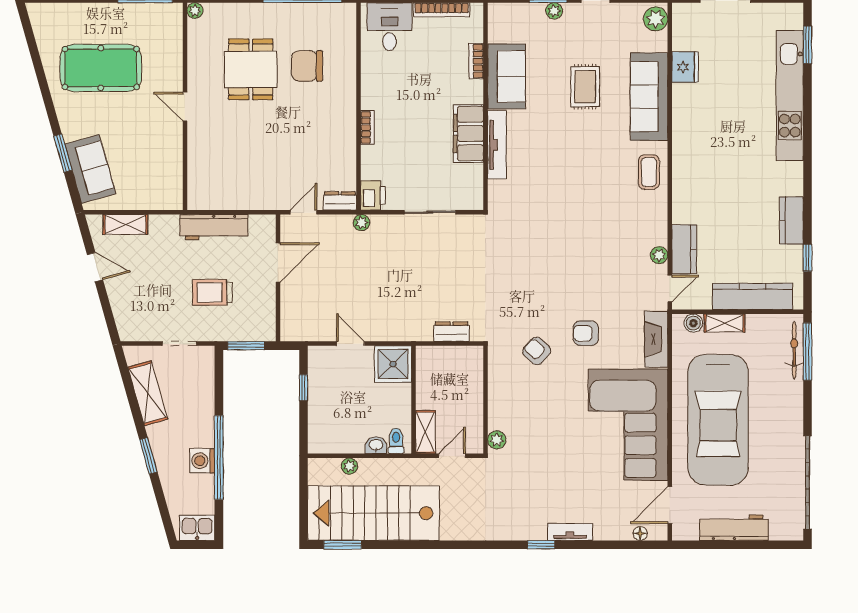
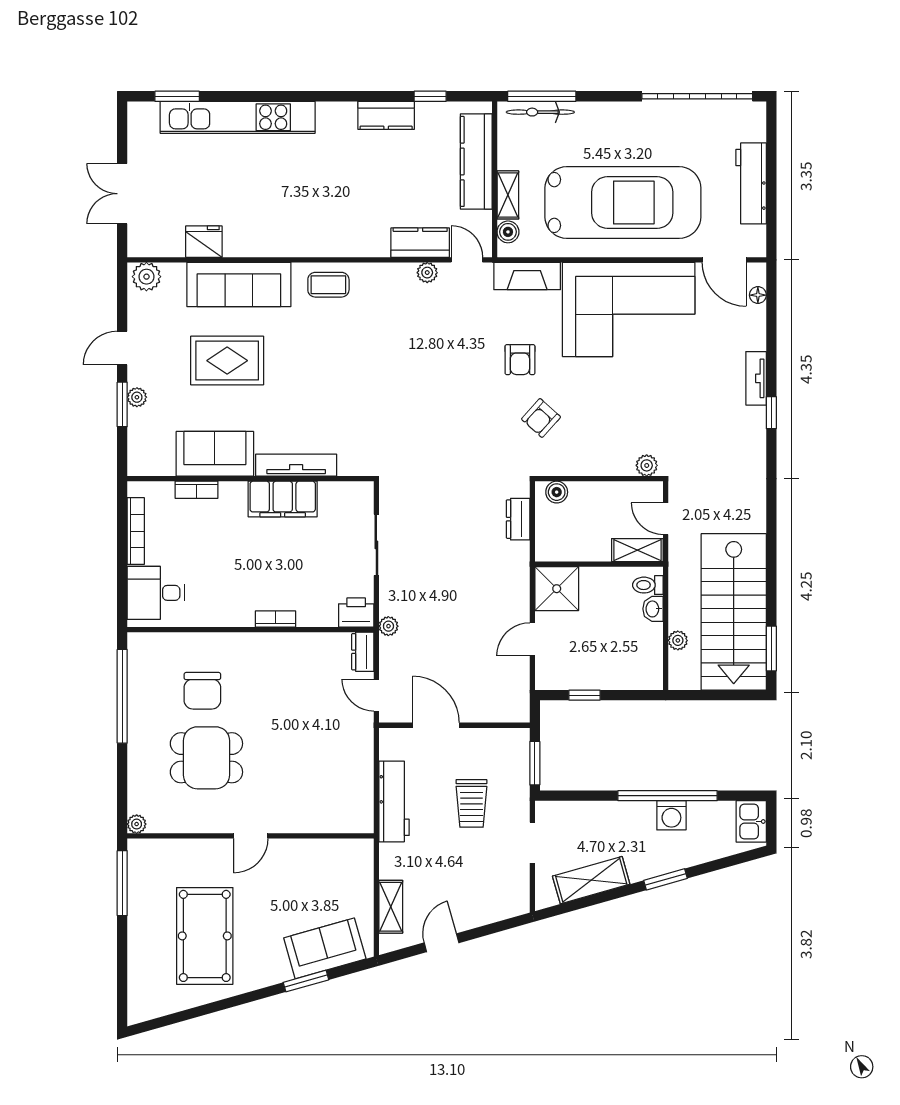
rug: (585, 87) -> (227, 361), width x1.36, depth x1.43
boiler: (474, 364) -> (557, 492), added

